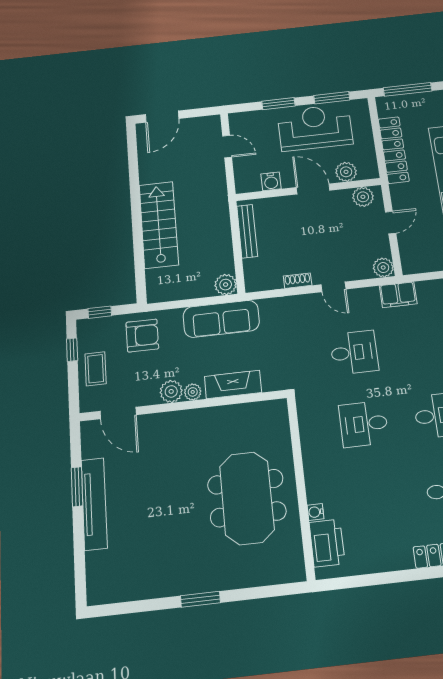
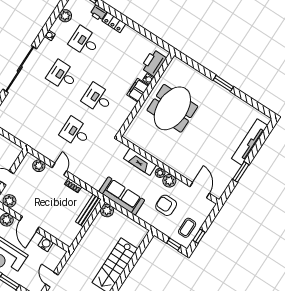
bench: (247, 231) -> (88, 211), moved
plant: (383, 268) -> (39, 166), moved
filing cabinet: (398, 295) -> (138, 90), moved, turned -90
armchair: (142, 336) -> (166, 205), moved
coffee table: (96, 369) -> (187, 228), moved
desk: (364, 424) -> (97, 98), turned 180
tv unit: (94, 504) -> (250, 142), moved

